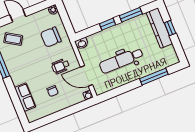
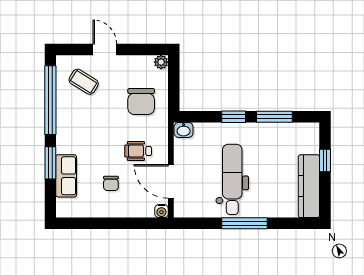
kitchen counter: (159, 28) -> (309, 186), moved
chair: (51, 37) -> (141, 102), turned -90
dental chair: (121, 60) -> (232, 179), turned 90
window: (154, 77) -> (244, 223), moved
window: (13, 93) -> (50, 163), added

